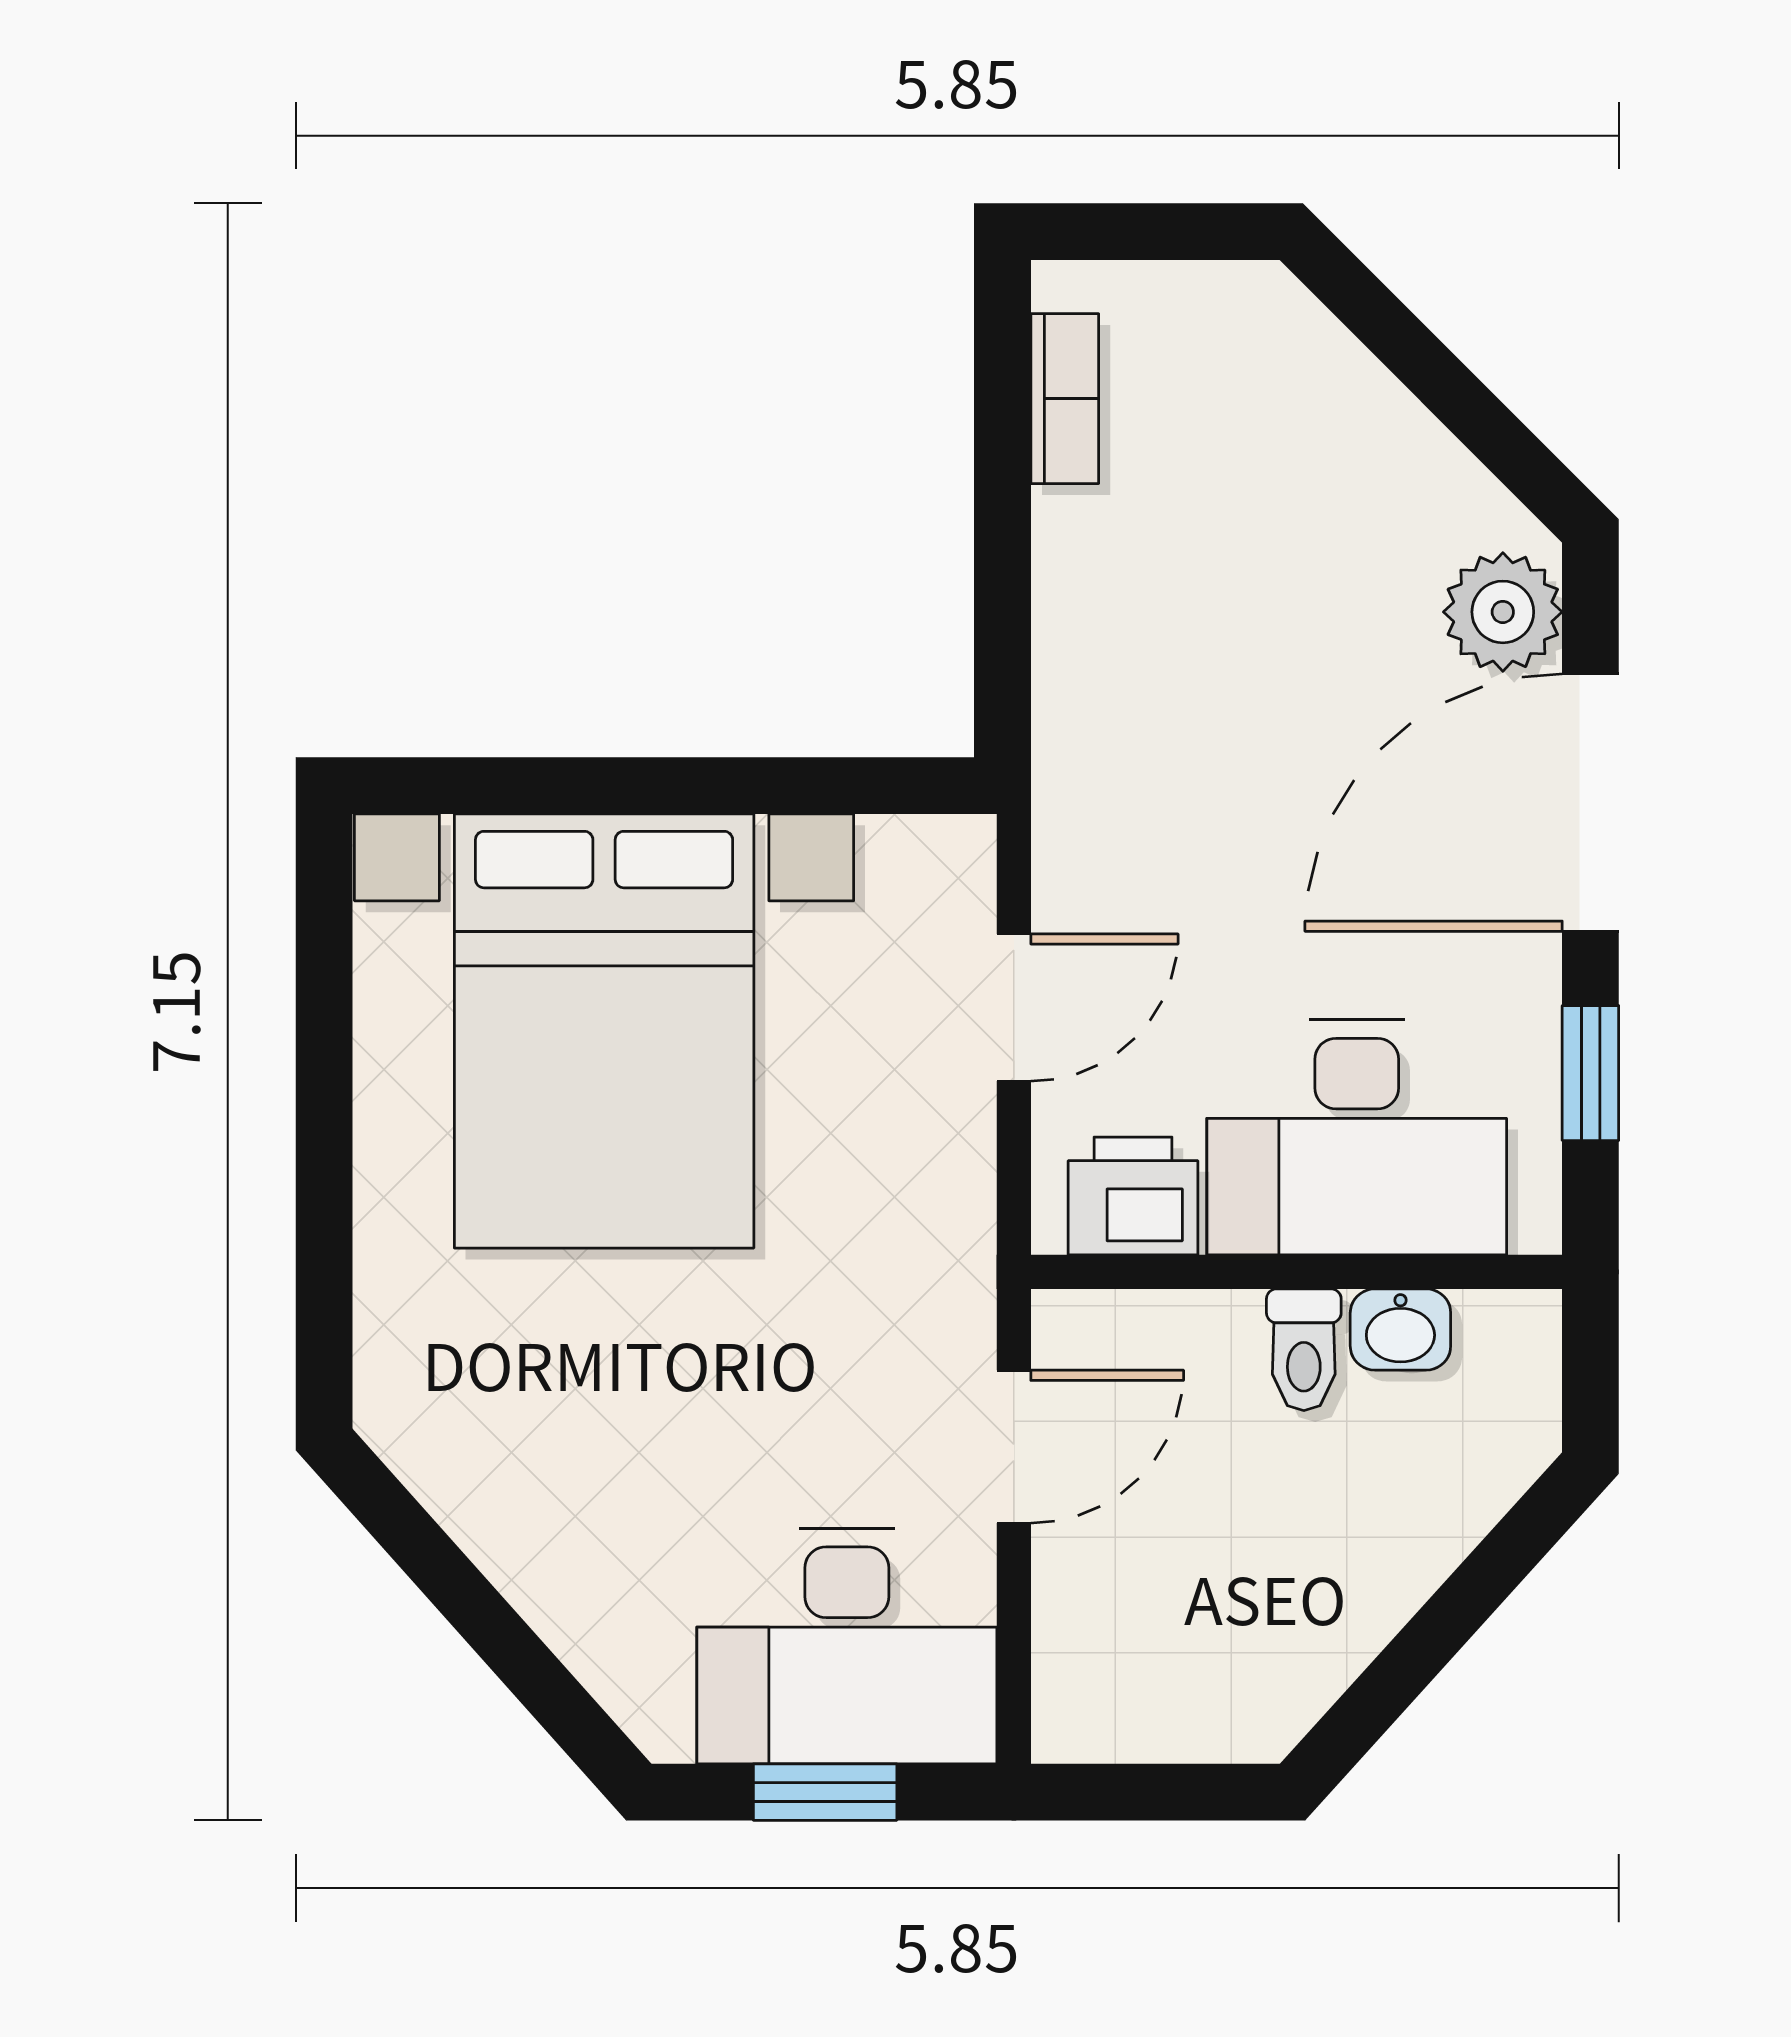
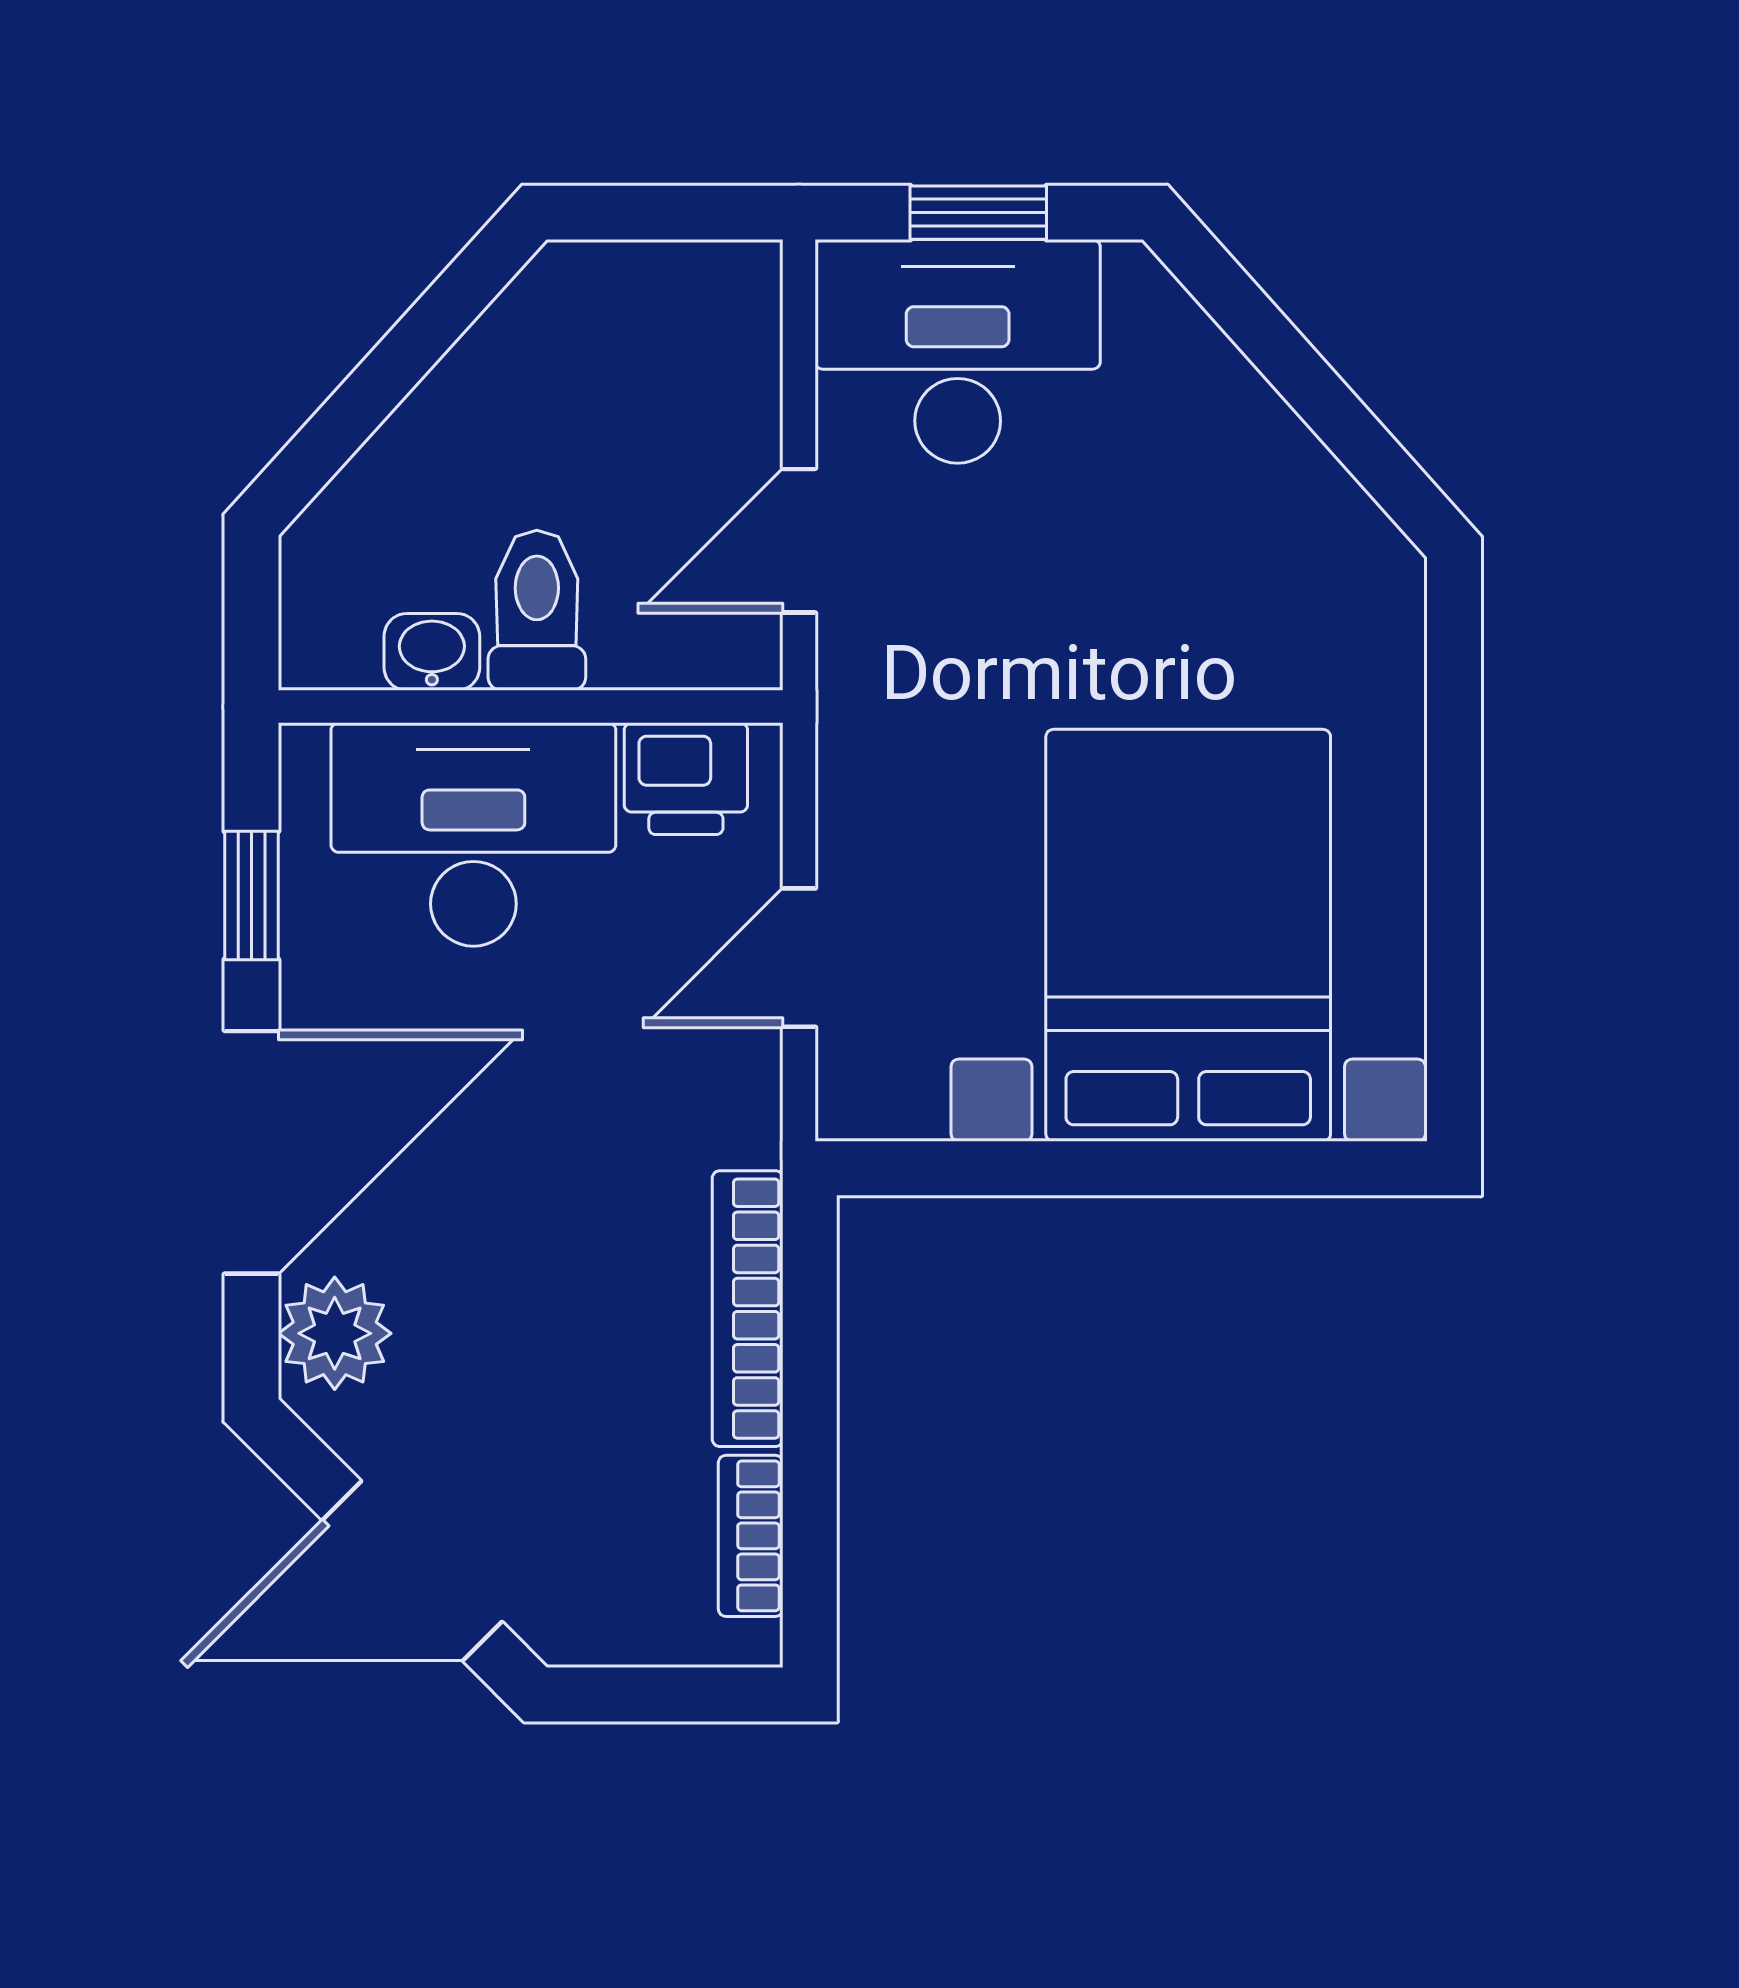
door: (1421, 362) -> (412, 1571), added
bookcase: (1068, 638) -> (748, 1309), added
toilet: (1304, 1350) -> (537, 610), width x1.37, depth x1.39

